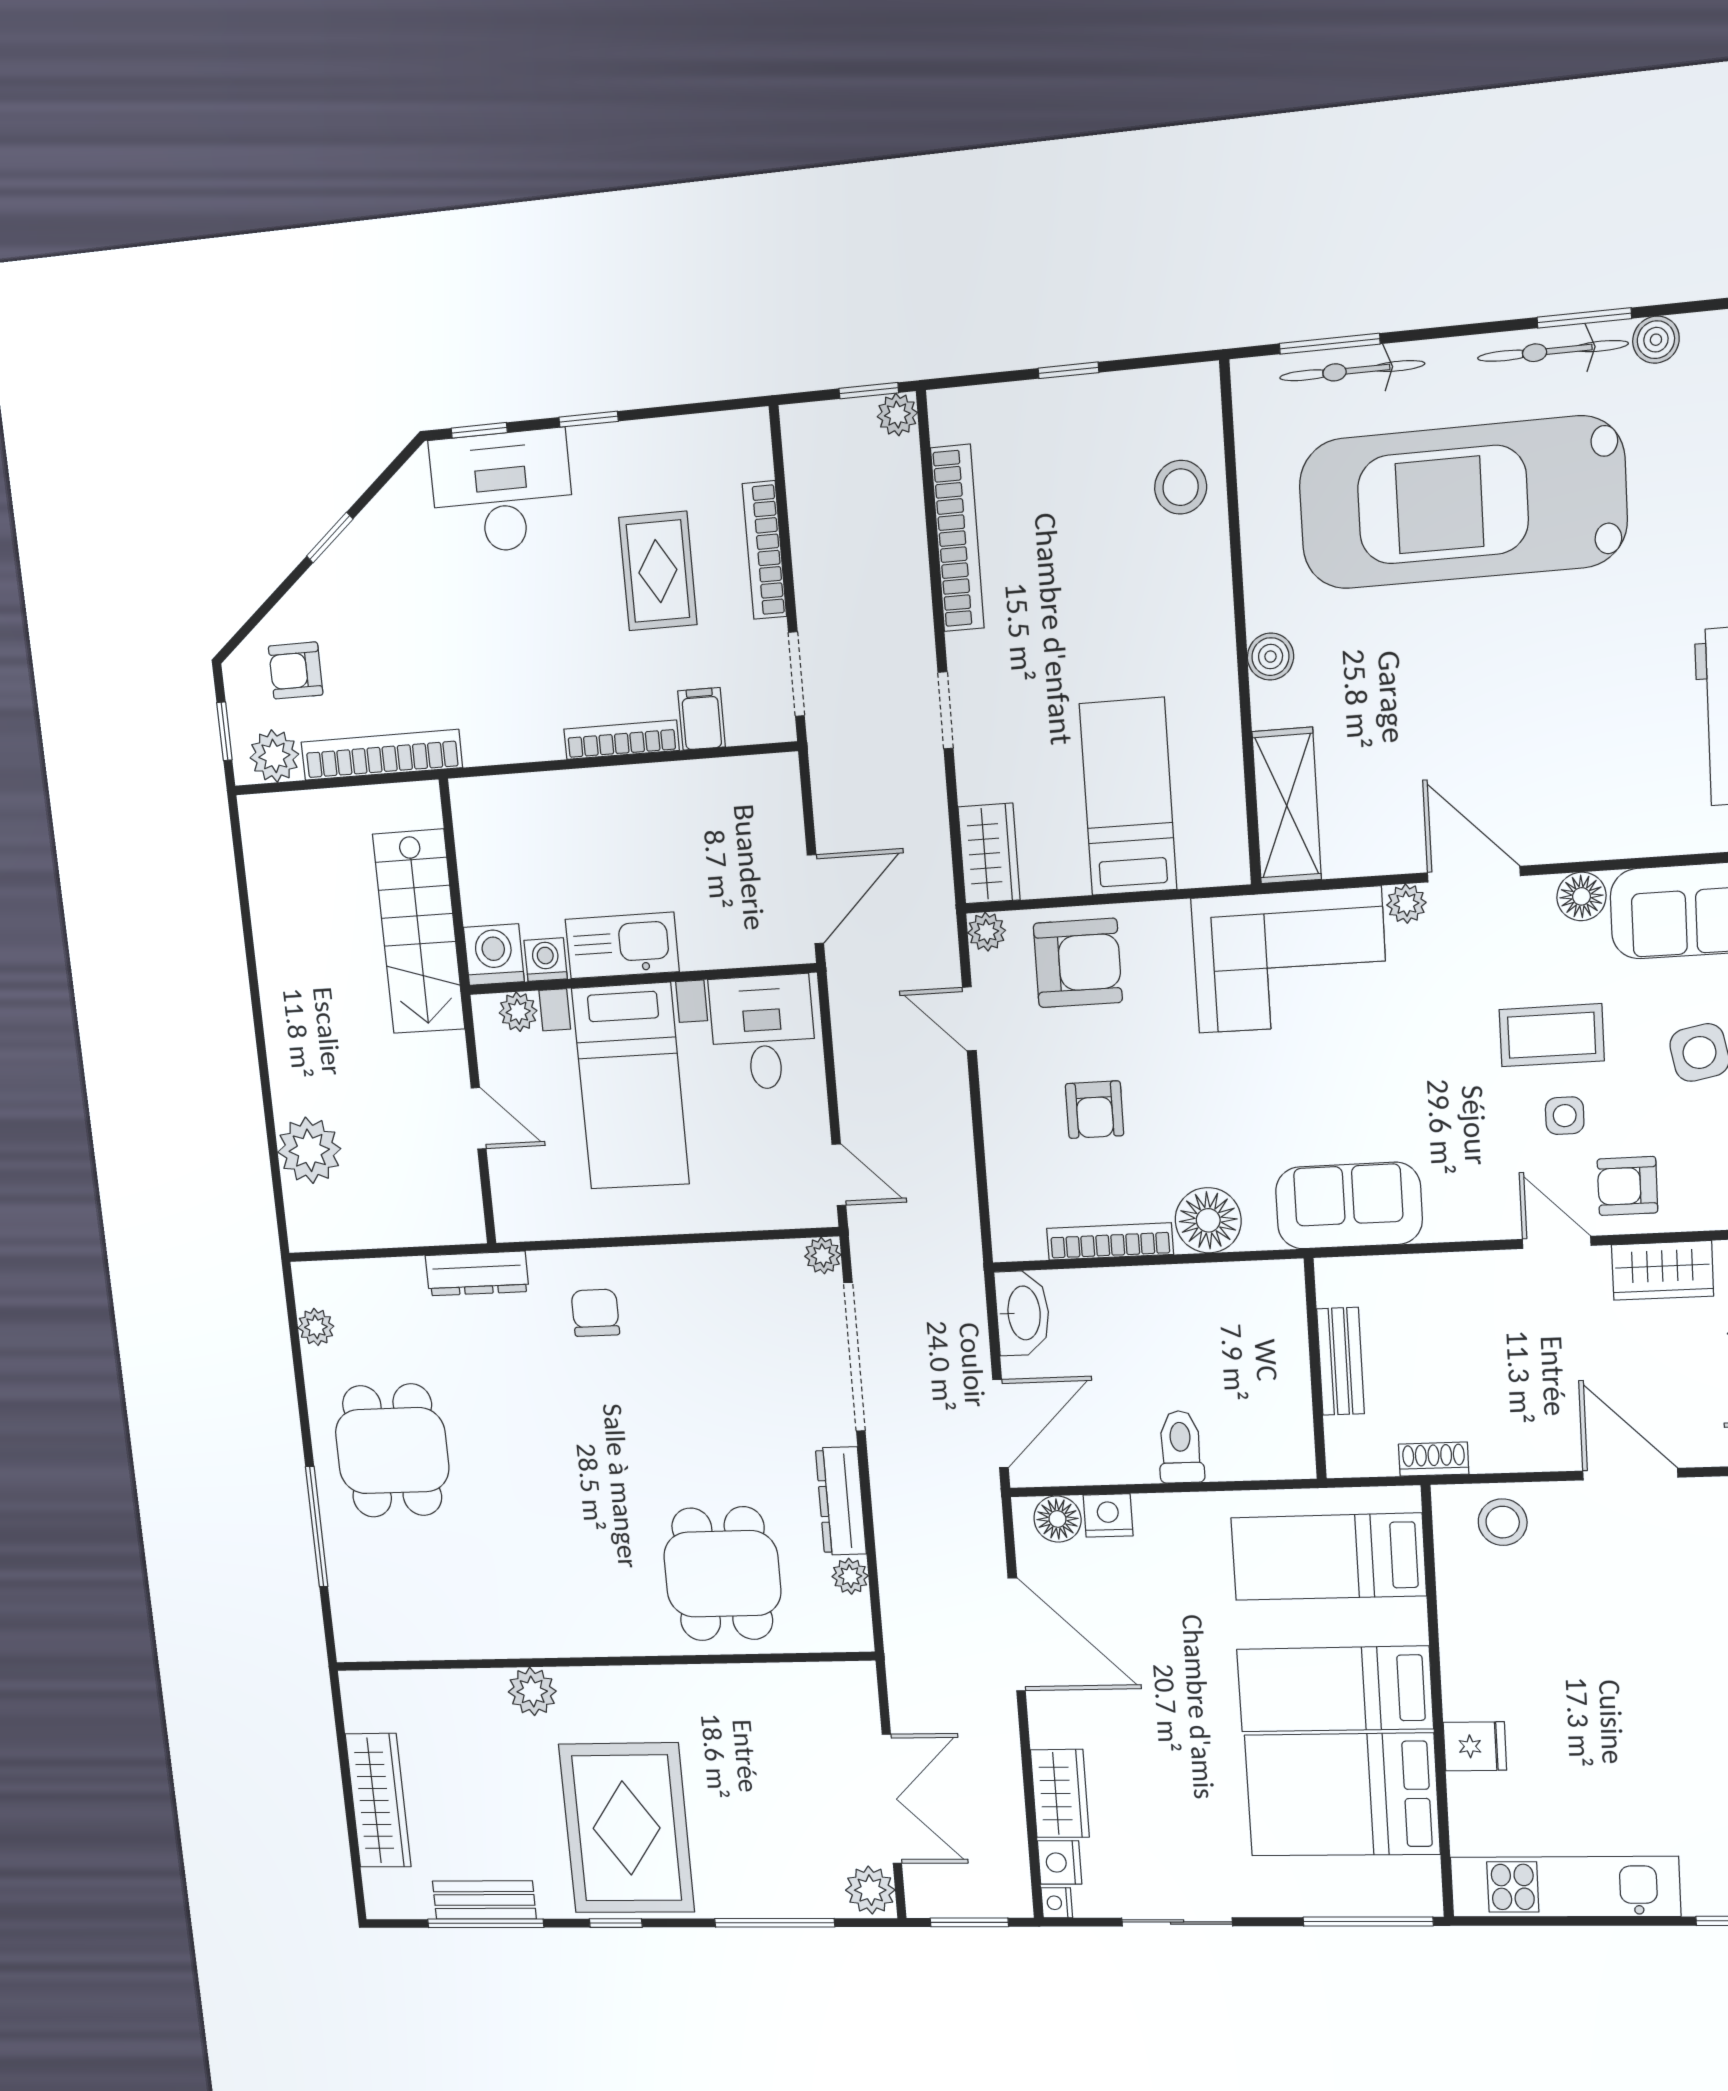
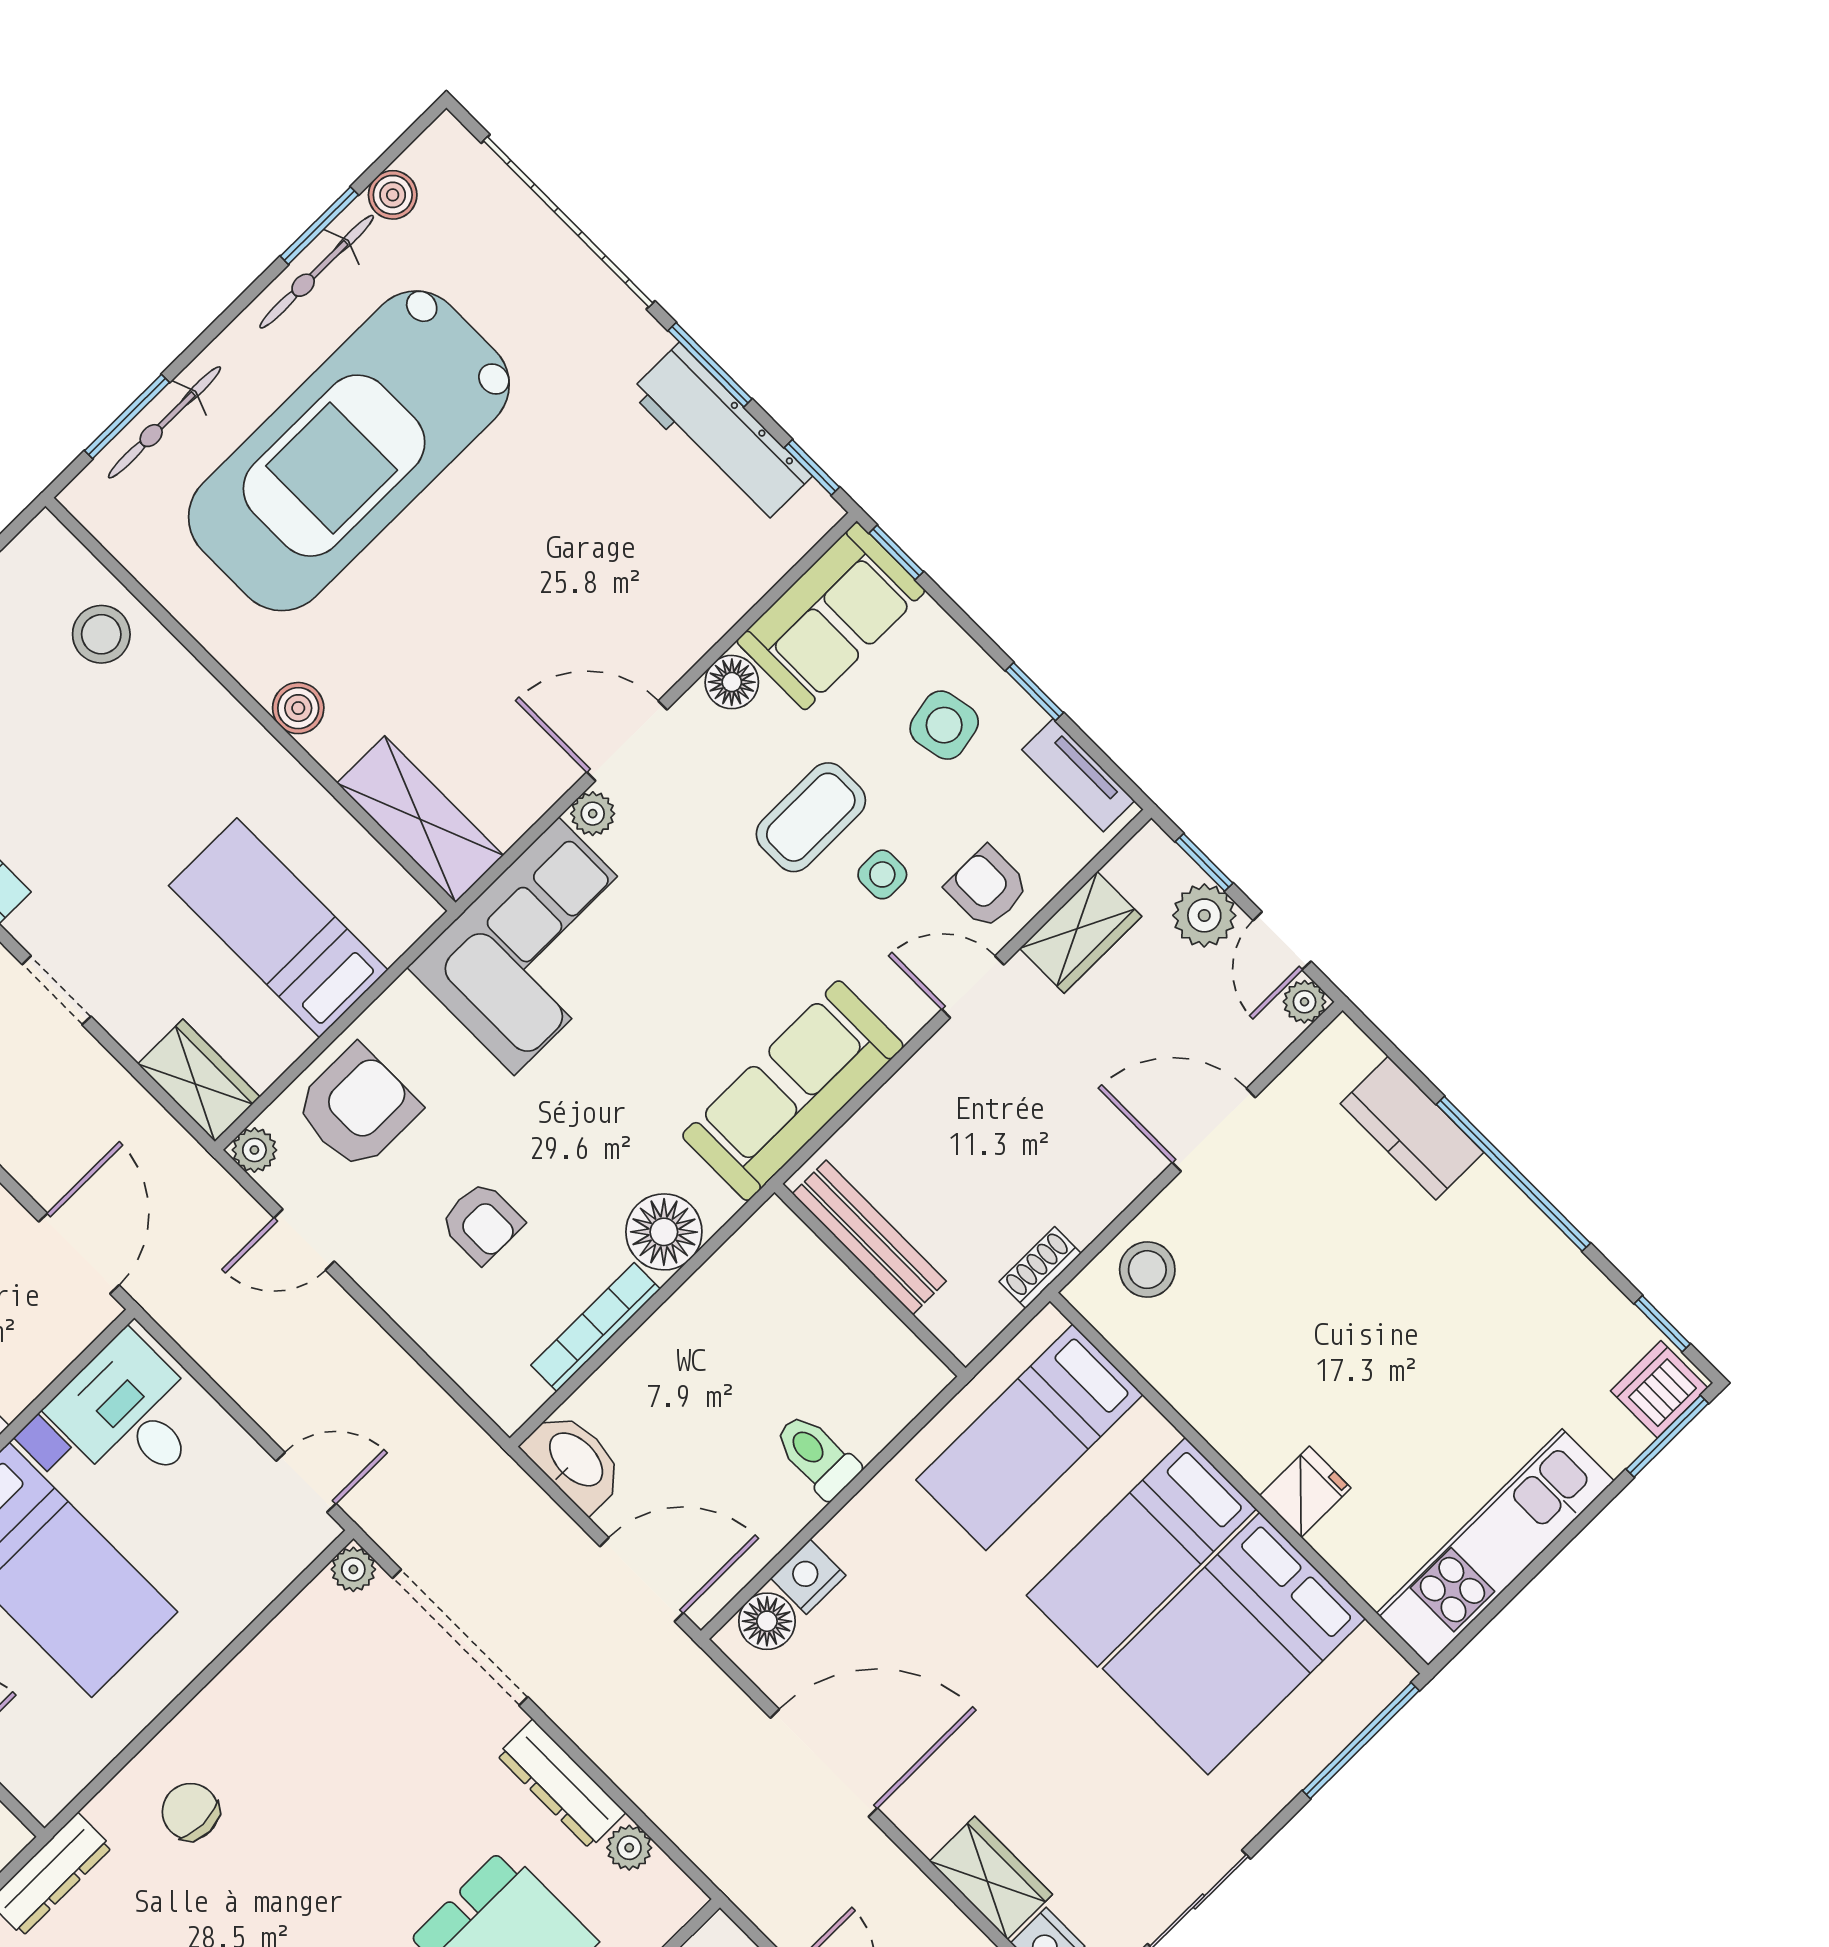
armchair: (1627, 1186) -> (987, 887), turned 90
sofa: (1349, 1206) -> (793, 1091), width x1.36
bench: (1341, 1361) -> (869, 1237), width x1.36
door: (1000, 1424) -> (642, 1580), hinge flipped

